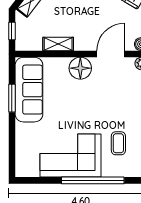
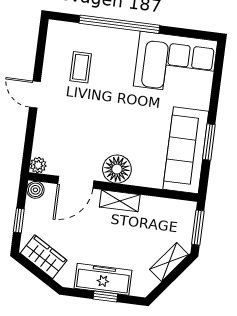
window: (12, 31) -> (198, 228), width x1.50
shelving: (58, 44) -> (120, 201), moved
corner sofa: (71, 156) -> (175, 64), moved

